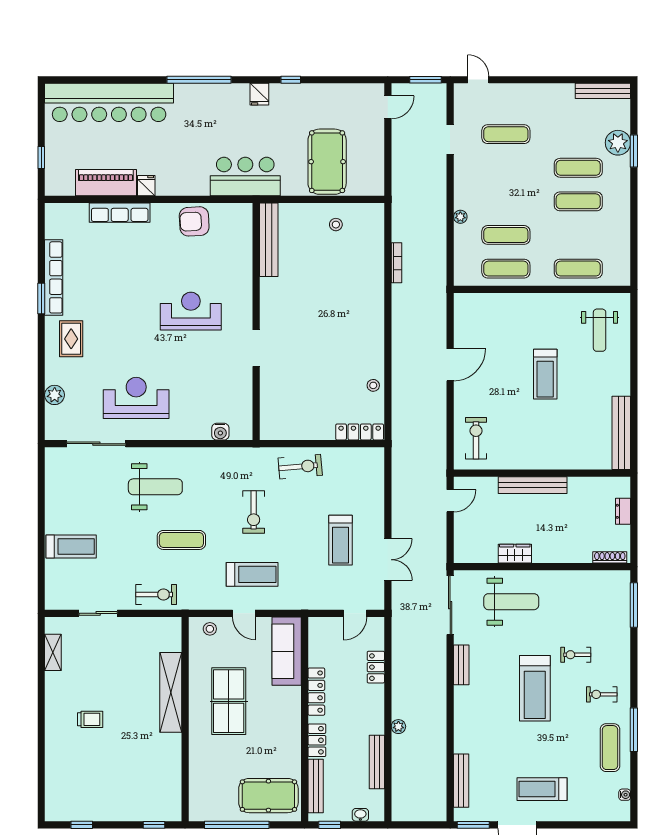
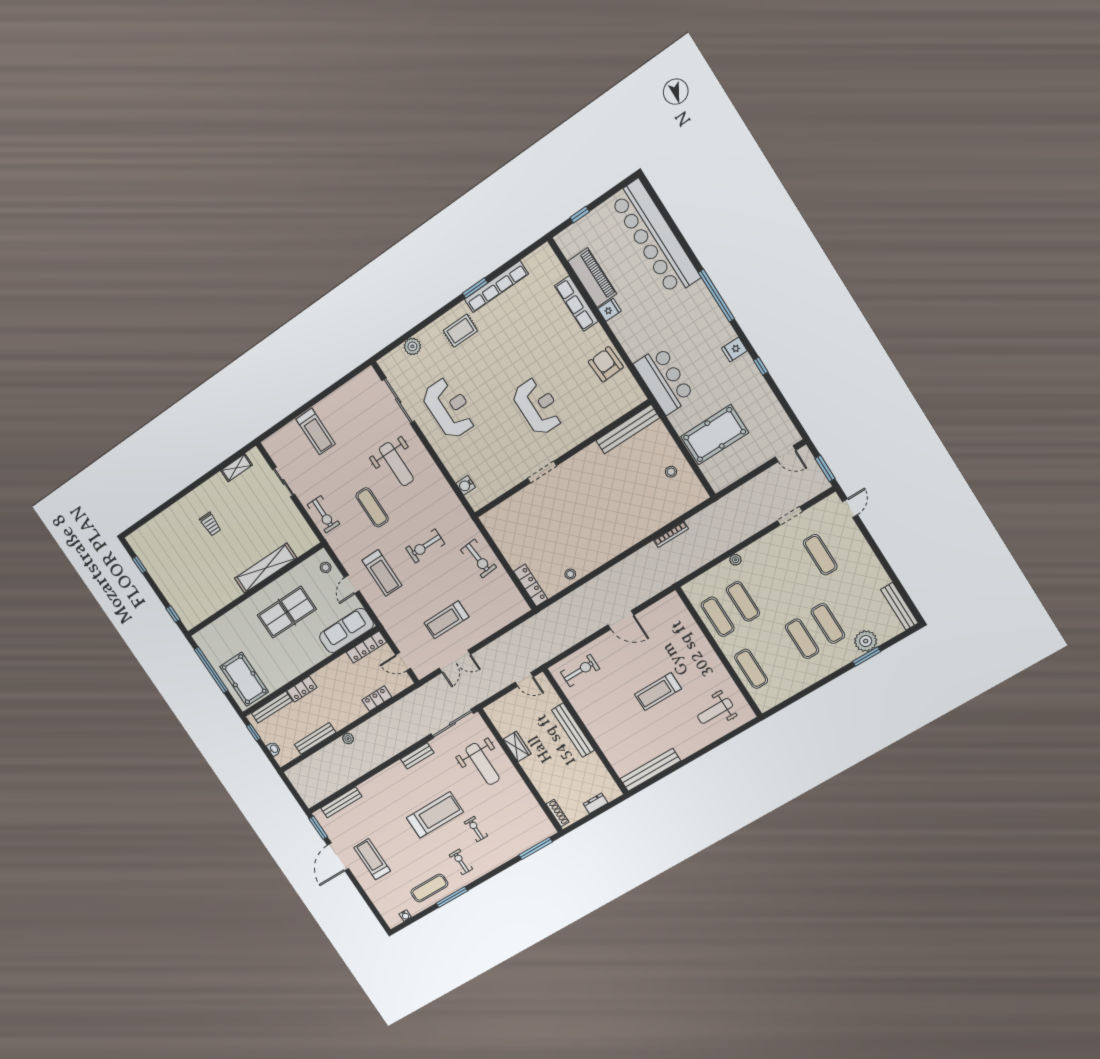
treadmill: (535, 688) -> (435, 815), turned 180
locker: (316, 692) -> (366, 647), moved

